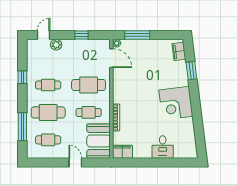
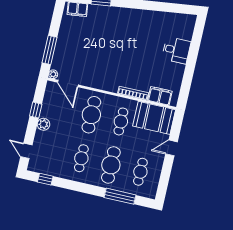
plant: (56, 45) -> (44, 124), moved
door: (111, 58) -> (68, 84), swing flipped
window: (22, 77) -> (45, 179), moved
corner desk: (176, 103) -> (132, 25), removed
filing cabinet: (122, 152) -> (160, 96), moved, turned 90

